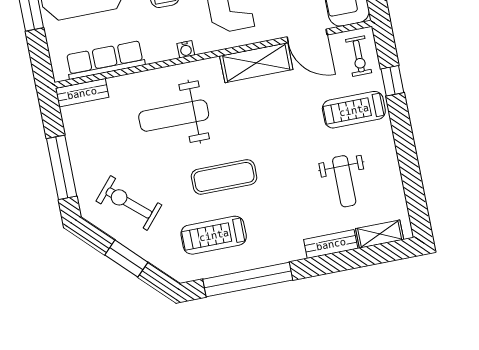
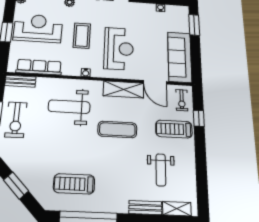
exercise mat: (224, 177) -> (117, 129), moved
exercise bike: (129, 203) -> (16, 120), moved, turned -131

